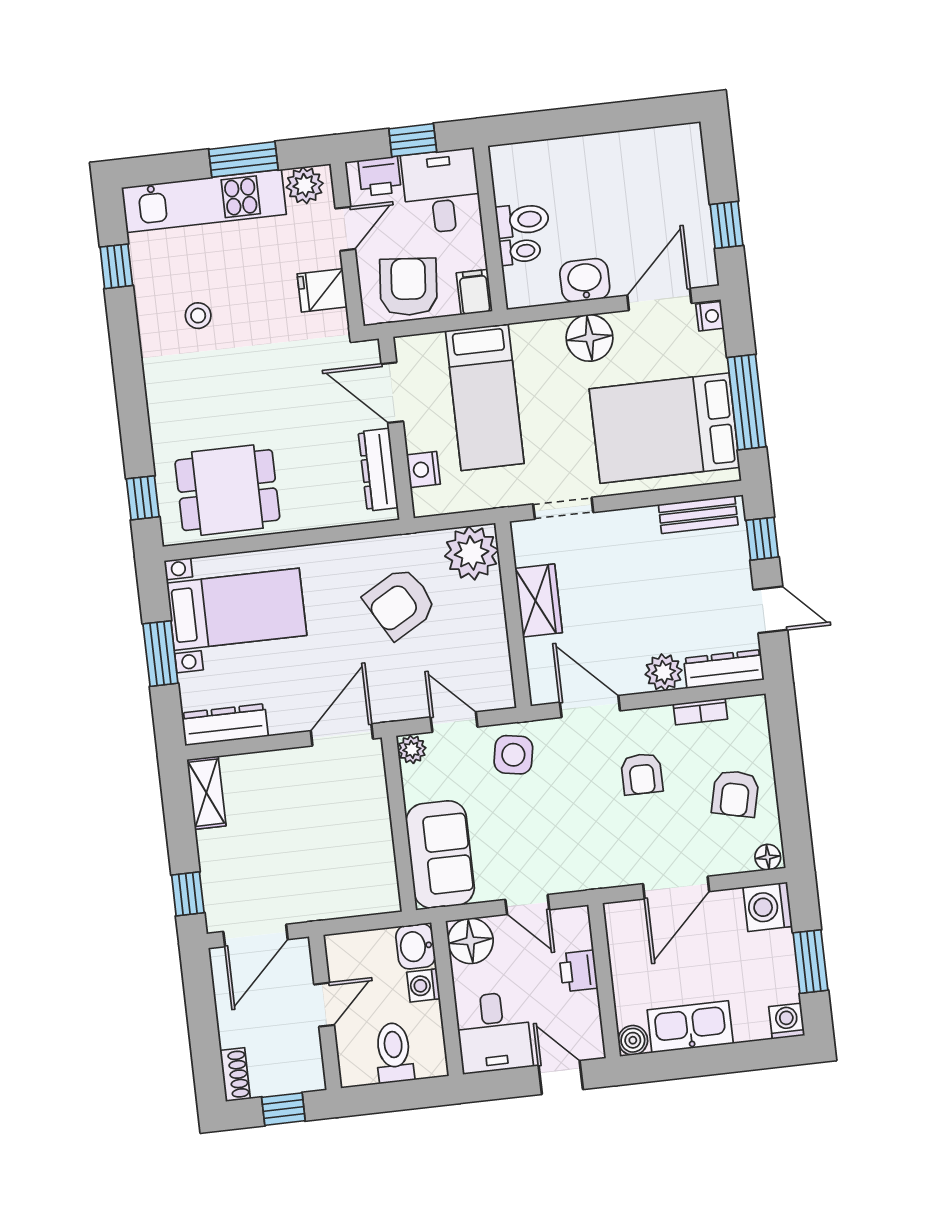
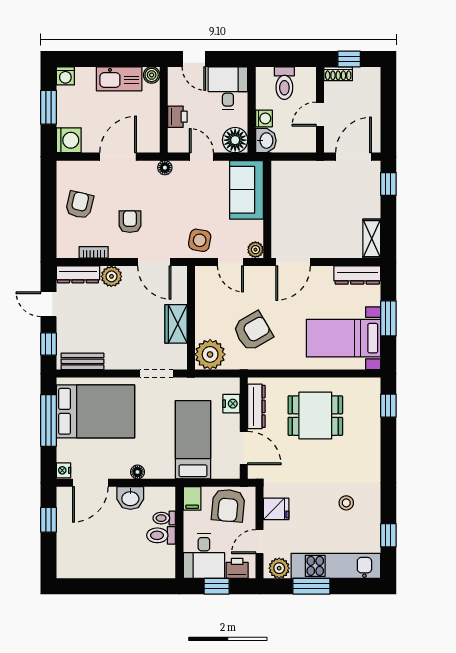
floor lamp: (589, 338) -> (137, 472), width x0.53, depth x0.53
dining table: (227, 490) -> (315, 416), moved
floor lamp: (768, 857) -> (165, 168), moved
shoe rack: (235, 1075) -> (338, 74), moved, turned -90

